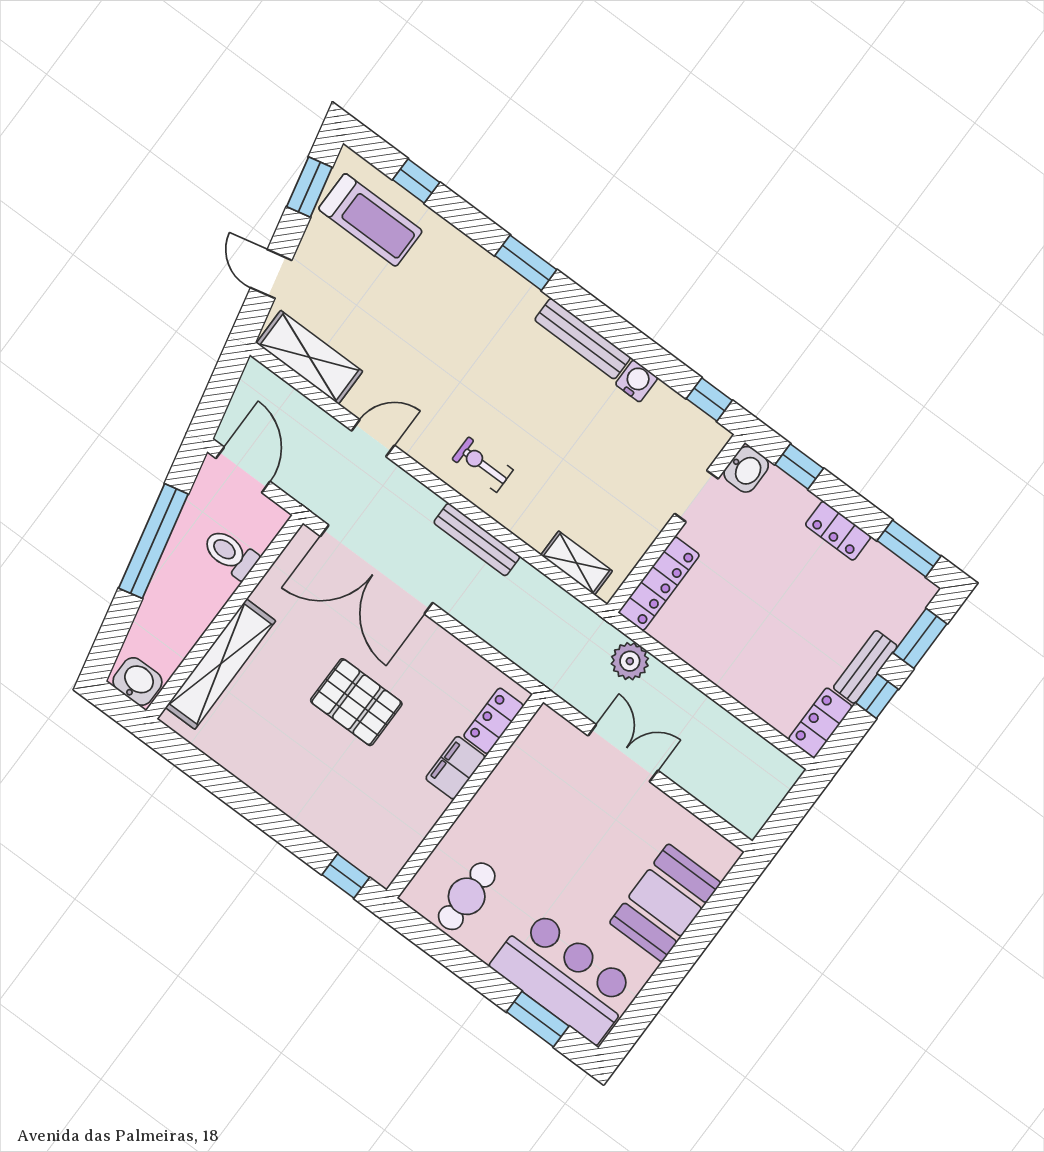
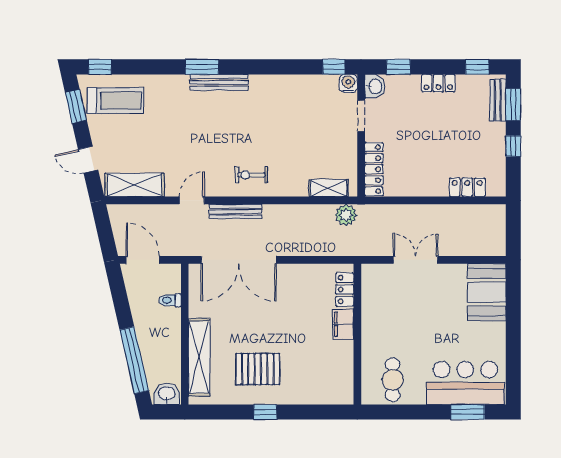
window: (416, 181) -> (100, 67), moved
bench: (583, 339) -> (219, 82), moved
water cooler: (637, 381) -> (348, 83), moved
bench: (477, 539) -> (235, 211), moved
window: (153, 541) -> (134, 360), moved
window: (909, 548) -> (477, 67), width x0.67
toilet: (230, 554) -> (170, 300), width x0.73, depth x0.72
plant: (630, 661) -> (346, 215), moved
bench: (865, 667) -> (498, 100), moved
pallet: (356, 702) -> (258, 369), moved
locker: (820, 723) -> (467, 187), moved, turned 90
window: (346, 876) -> (265, 412), moved
booth: (665, 903) -> (487, 292), moved

